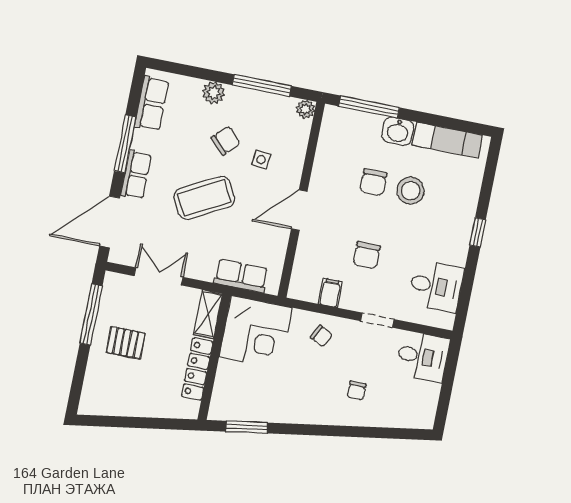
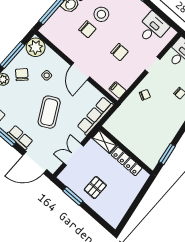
plant: (306, 109) -> (36, 47), width x1.87, depth x1.87
chair: (226, 141) -> (22, 75), moved
door: (110, 222) -> (35, 163), hinge flipped
row of seats: (241, 276) -> (95, 116), width x1.48
filing cabinet: (330, 293) -> (118, 90), moved
window: (91, 315) -> (73, 196), width x0.69
corner desk: (256, 332) -> (125, 124), removed

